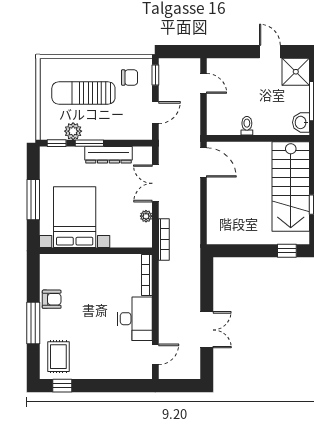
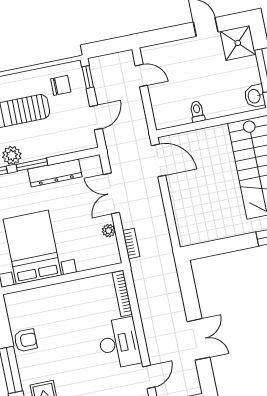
bookcase: (164, 239) -> (131, 244), width x0.64

